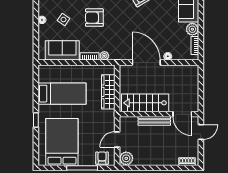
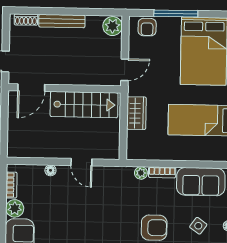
door: (146, 62) -> (81, 162), width x0.53
wardrobe: (108, 92) -> (136, 113), width x0.67
door: (182, 114) -> (31, 88), swing flipped
bench: (154, 121) -> (62, 21), moved
door: (117, 139) -> (125, 70), moved

